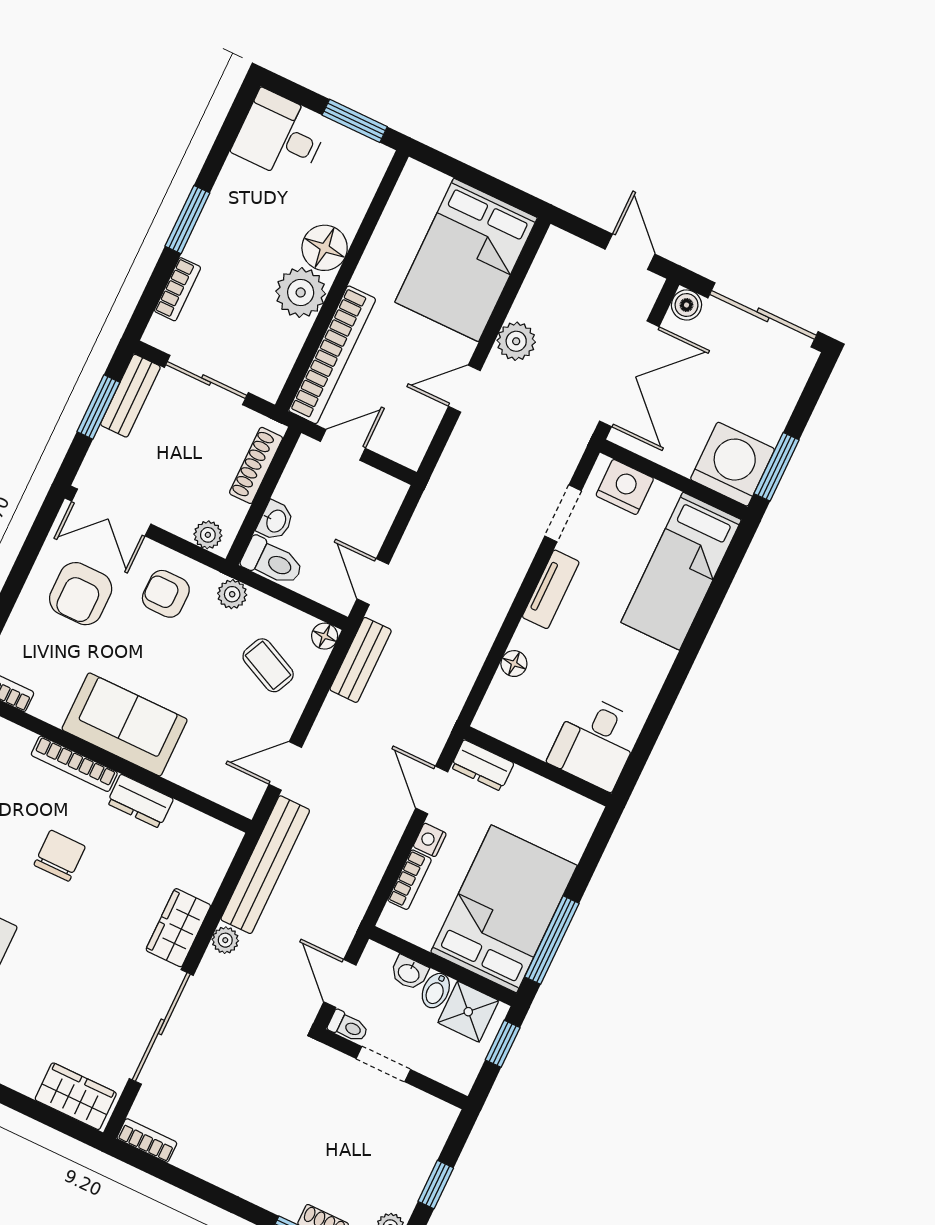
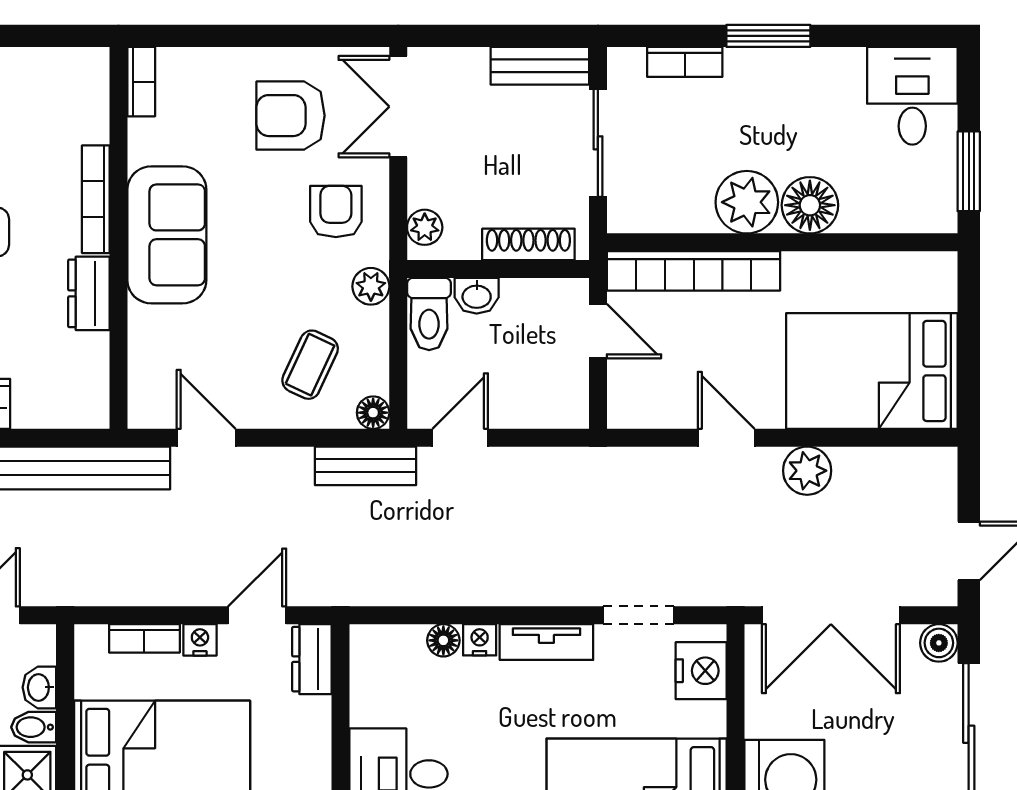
window: (98, 407) -> (510, 36), removed
nightstand: (526, 637) -> (480, 640), added

